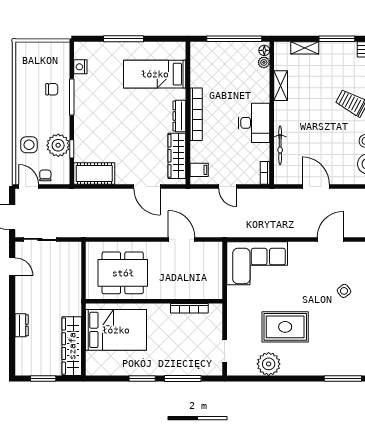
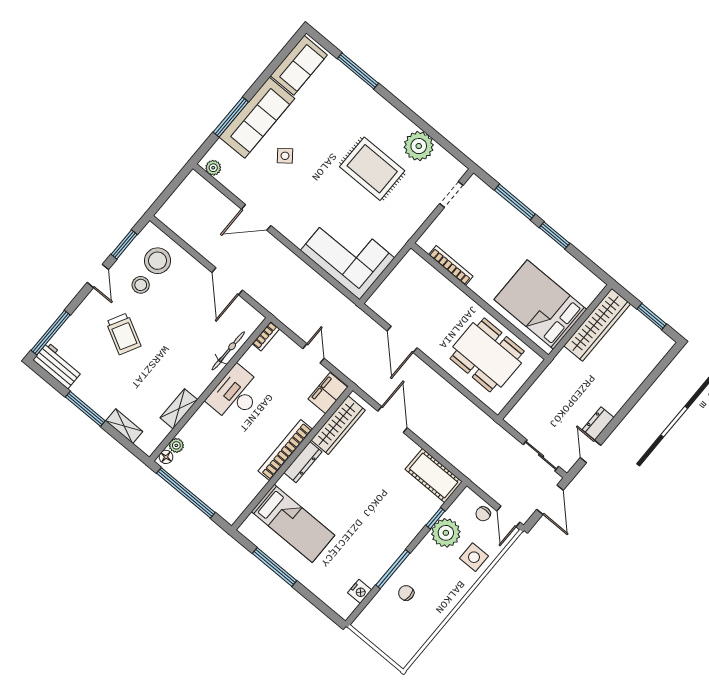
window: (124, 39) -> (274, 567), moved
filing cabinet: (199, 170) -> (328, 393), width x2.00
dresser: (22, 325) -> (598, 423), moved

